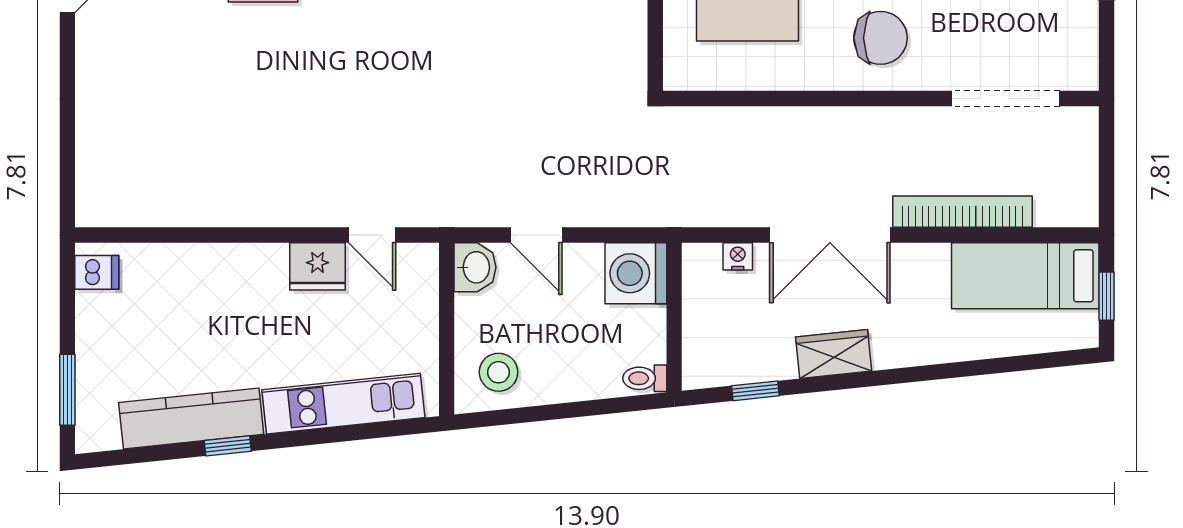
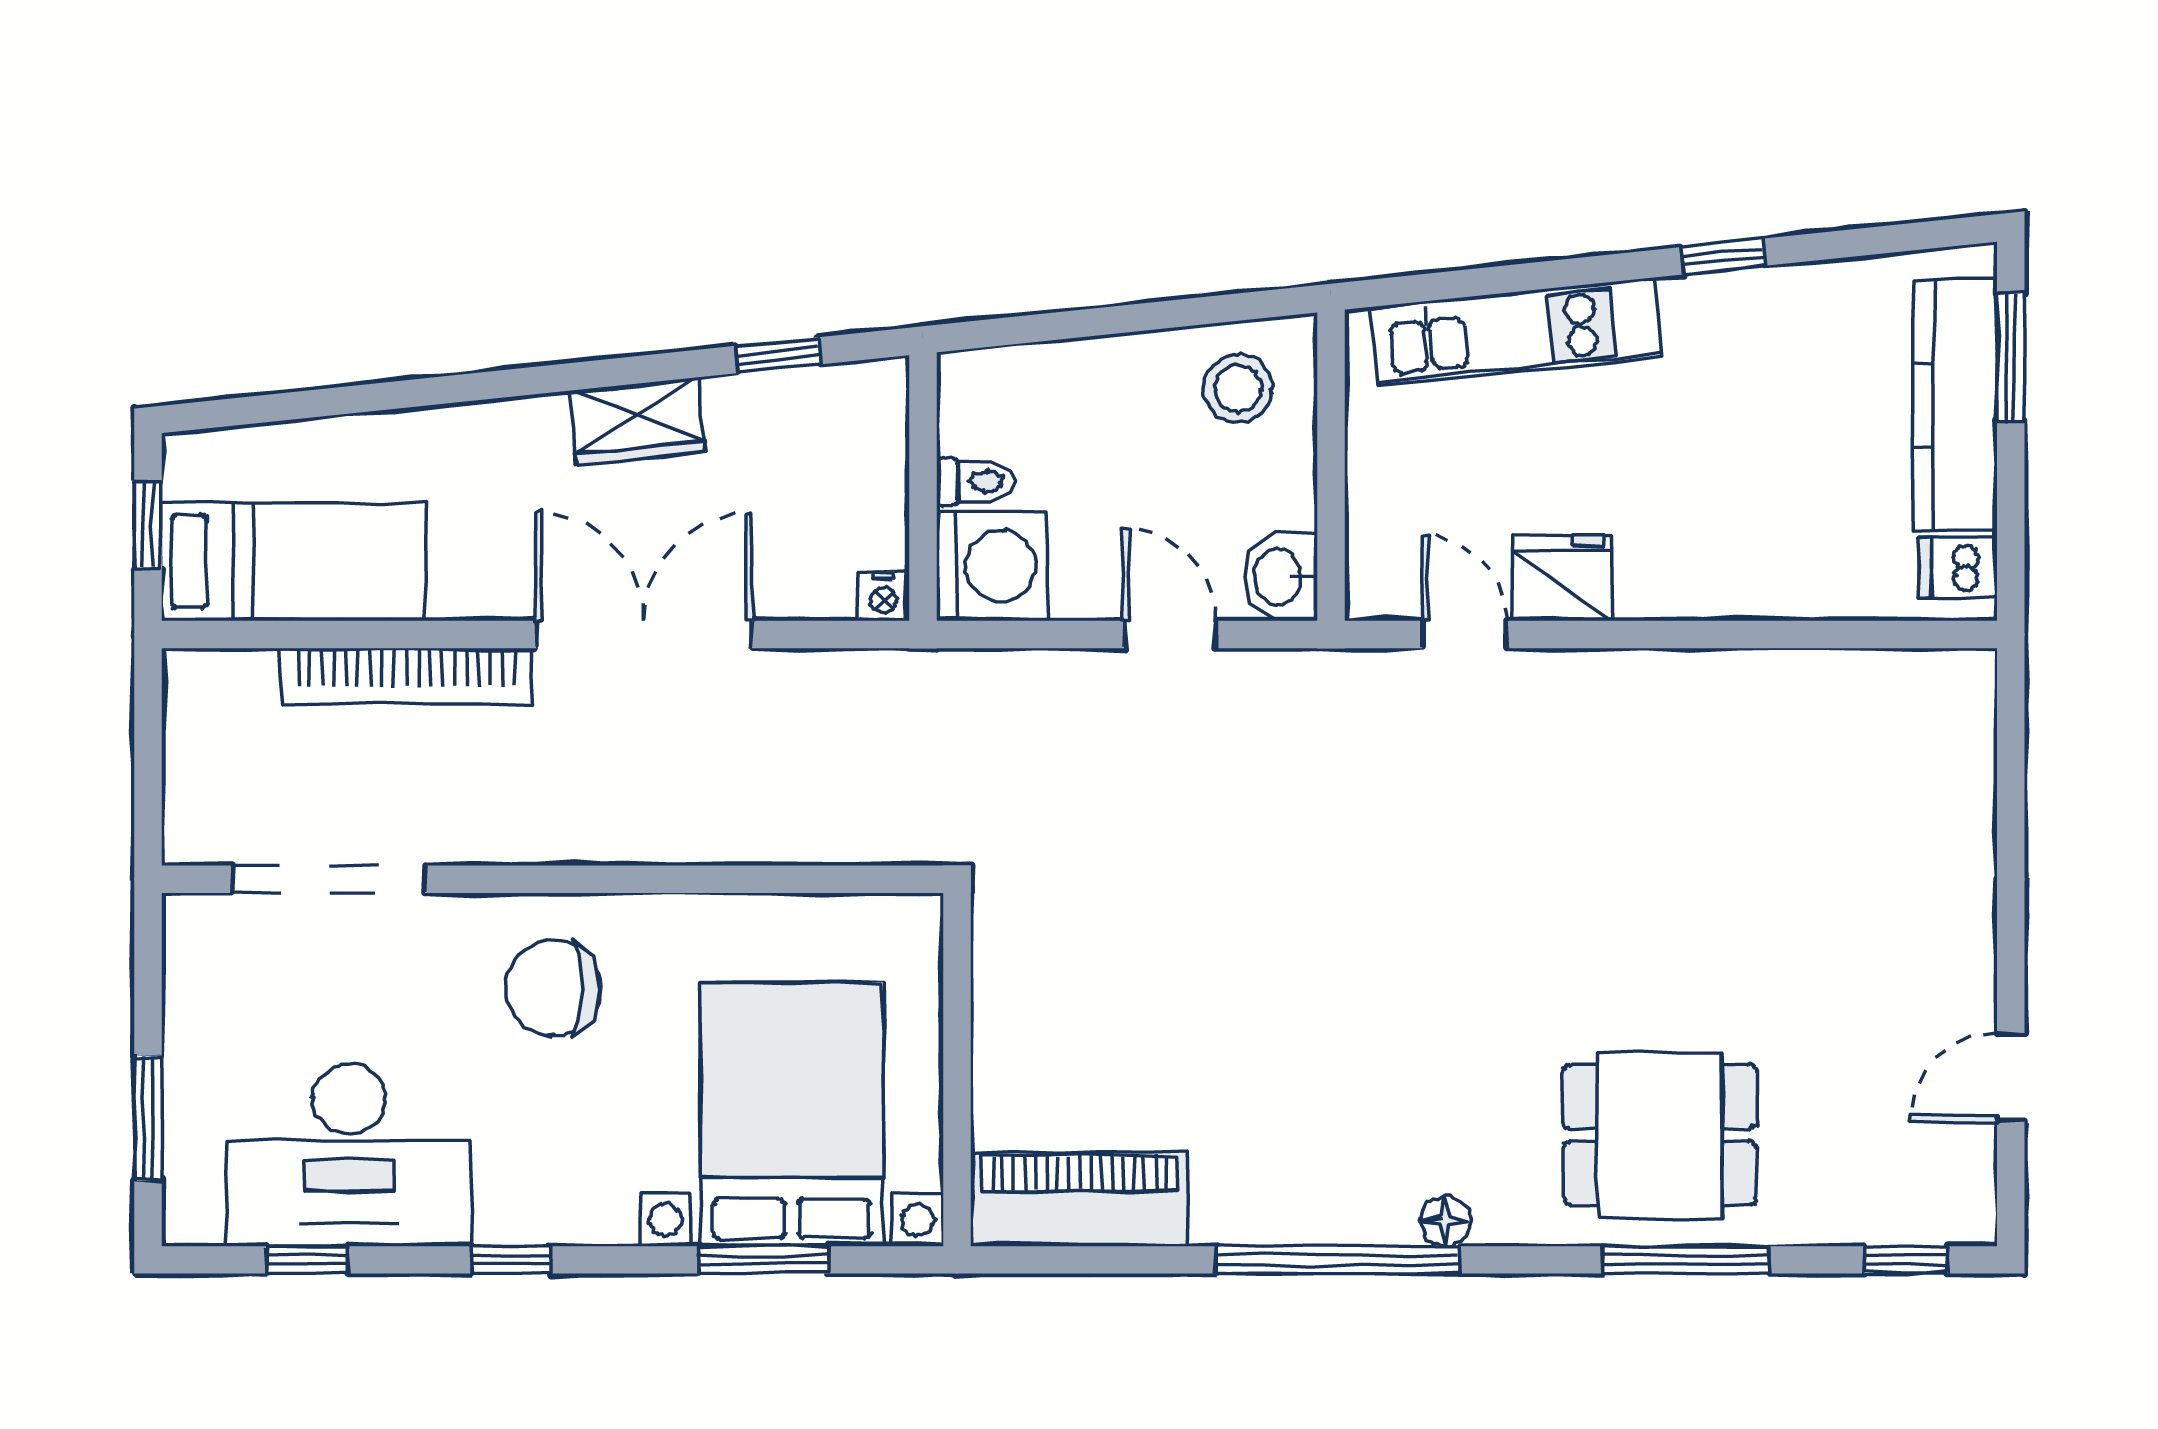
nightstand: (738, 256) -> (883, 596), moved
toilet: (645, 378) -> (976, 481), moved
kitchen counter: (191, 418) -> (1955, 405), moved, turned 96

